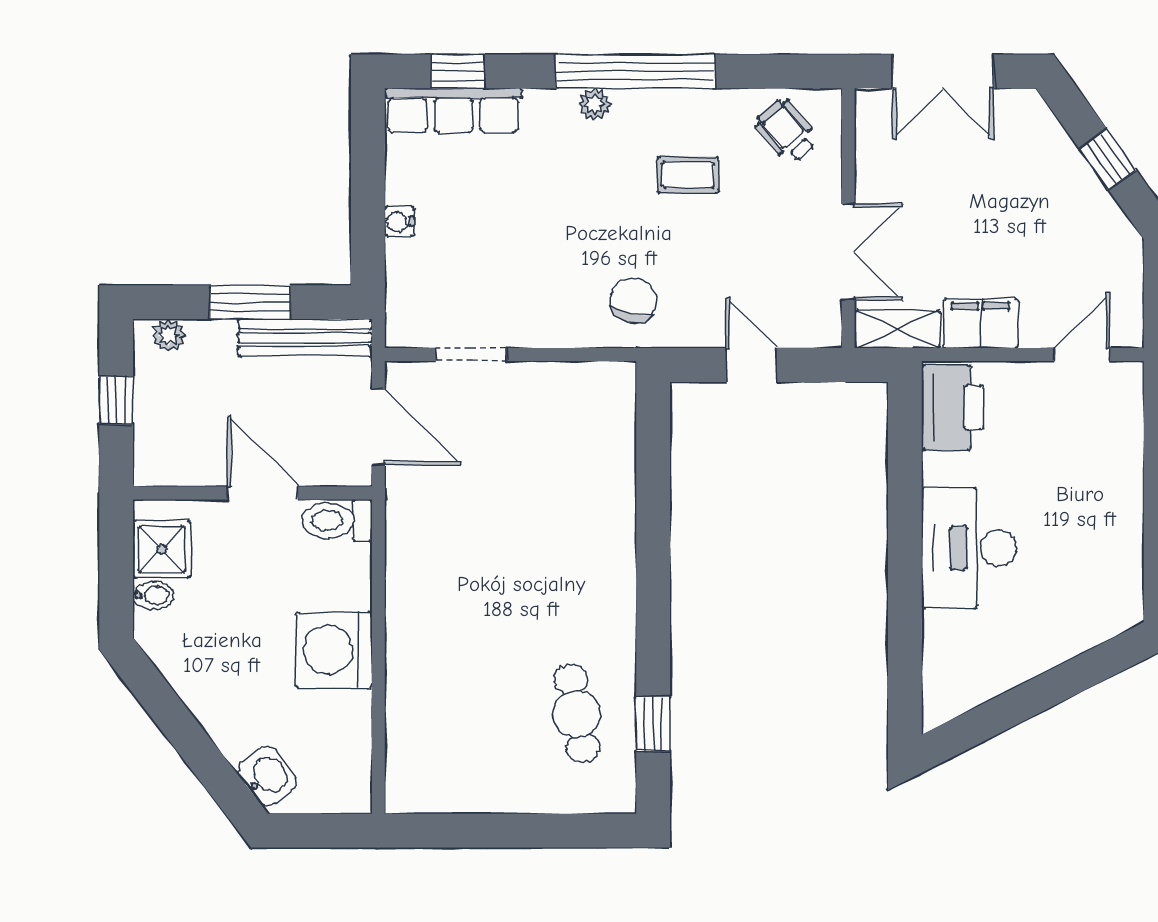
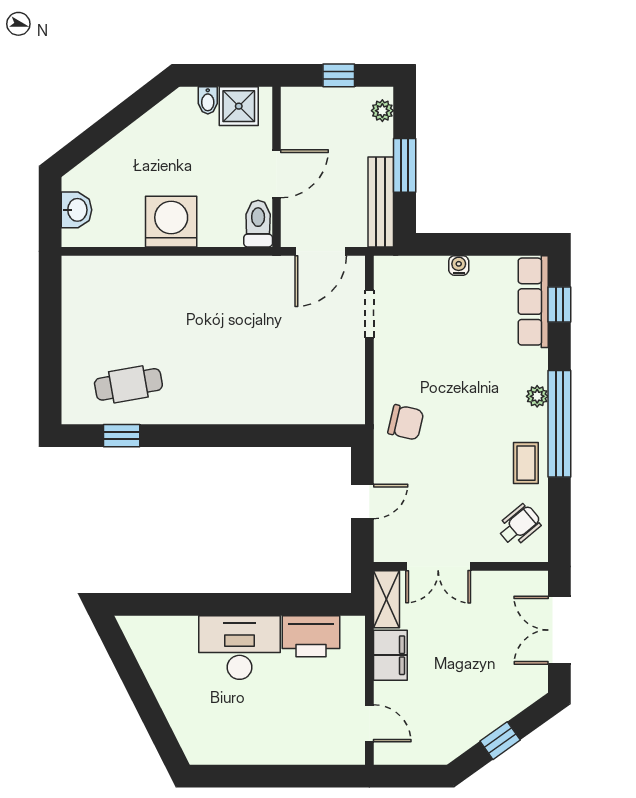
coffee table: (688, 175) -> (526, 463), moved
printer: (952, 408) -> (311, 636), moved
washbasin: (267, 776) -> (76, 210), moved, turned -53

